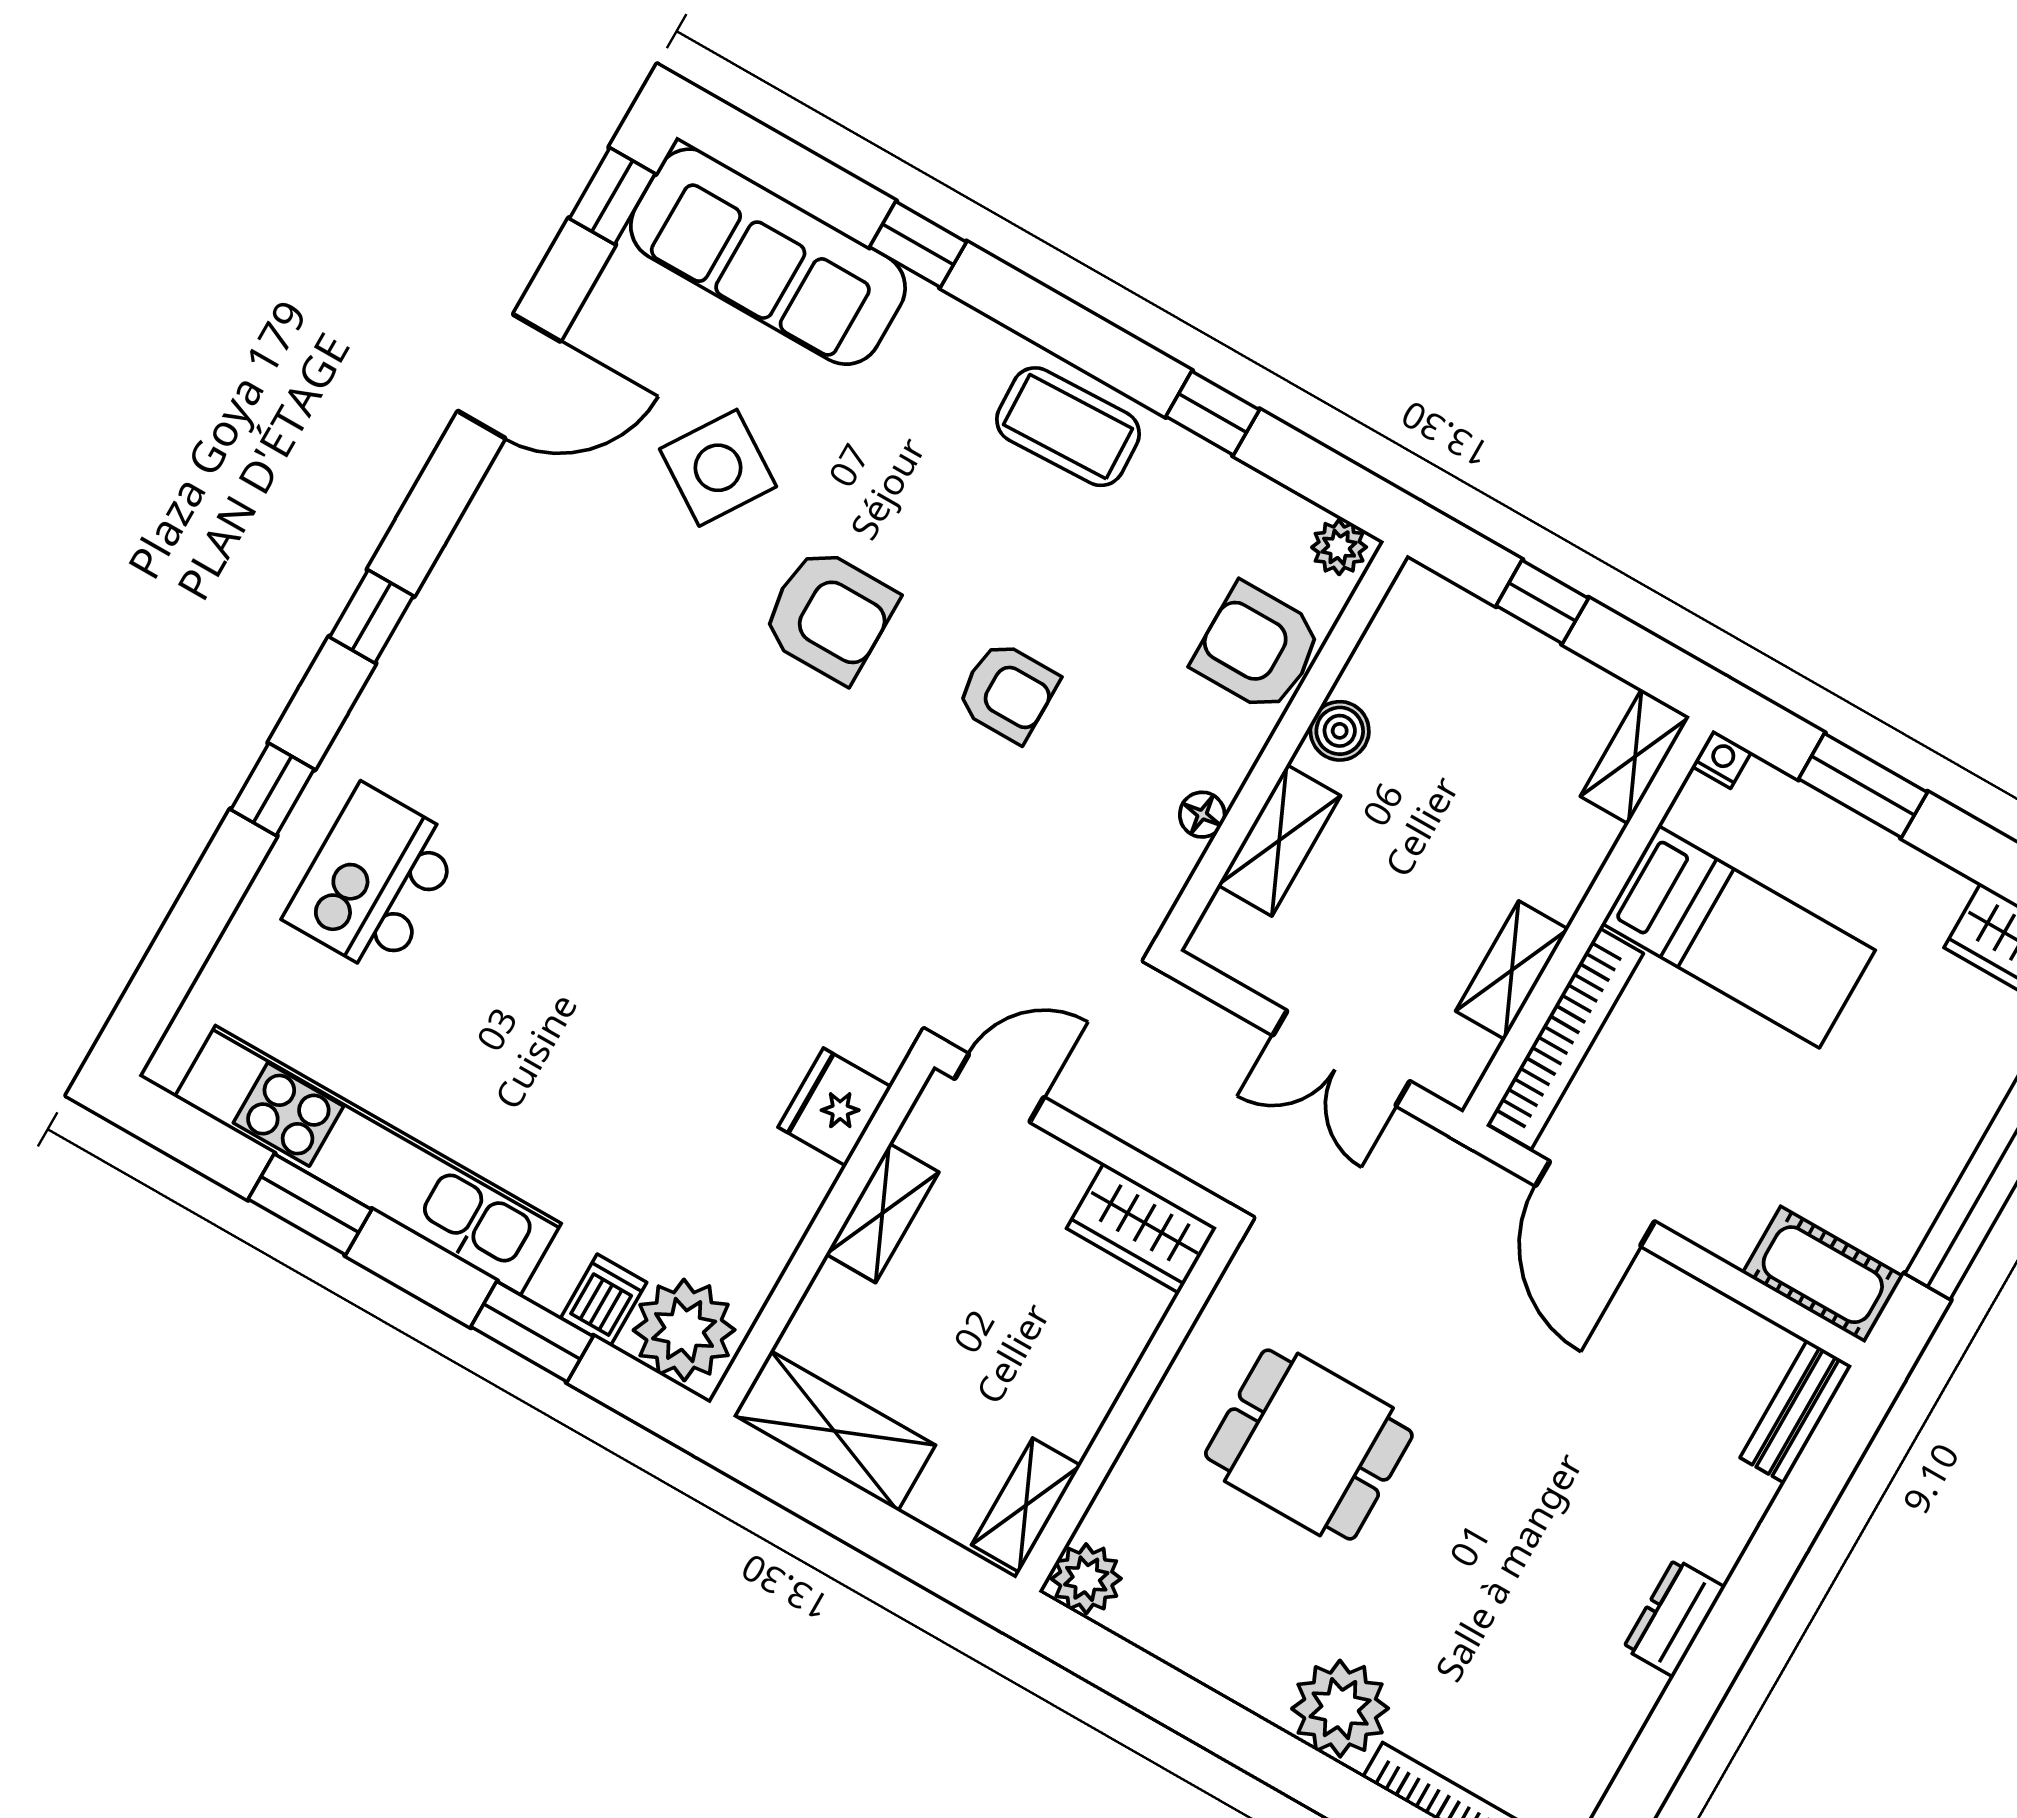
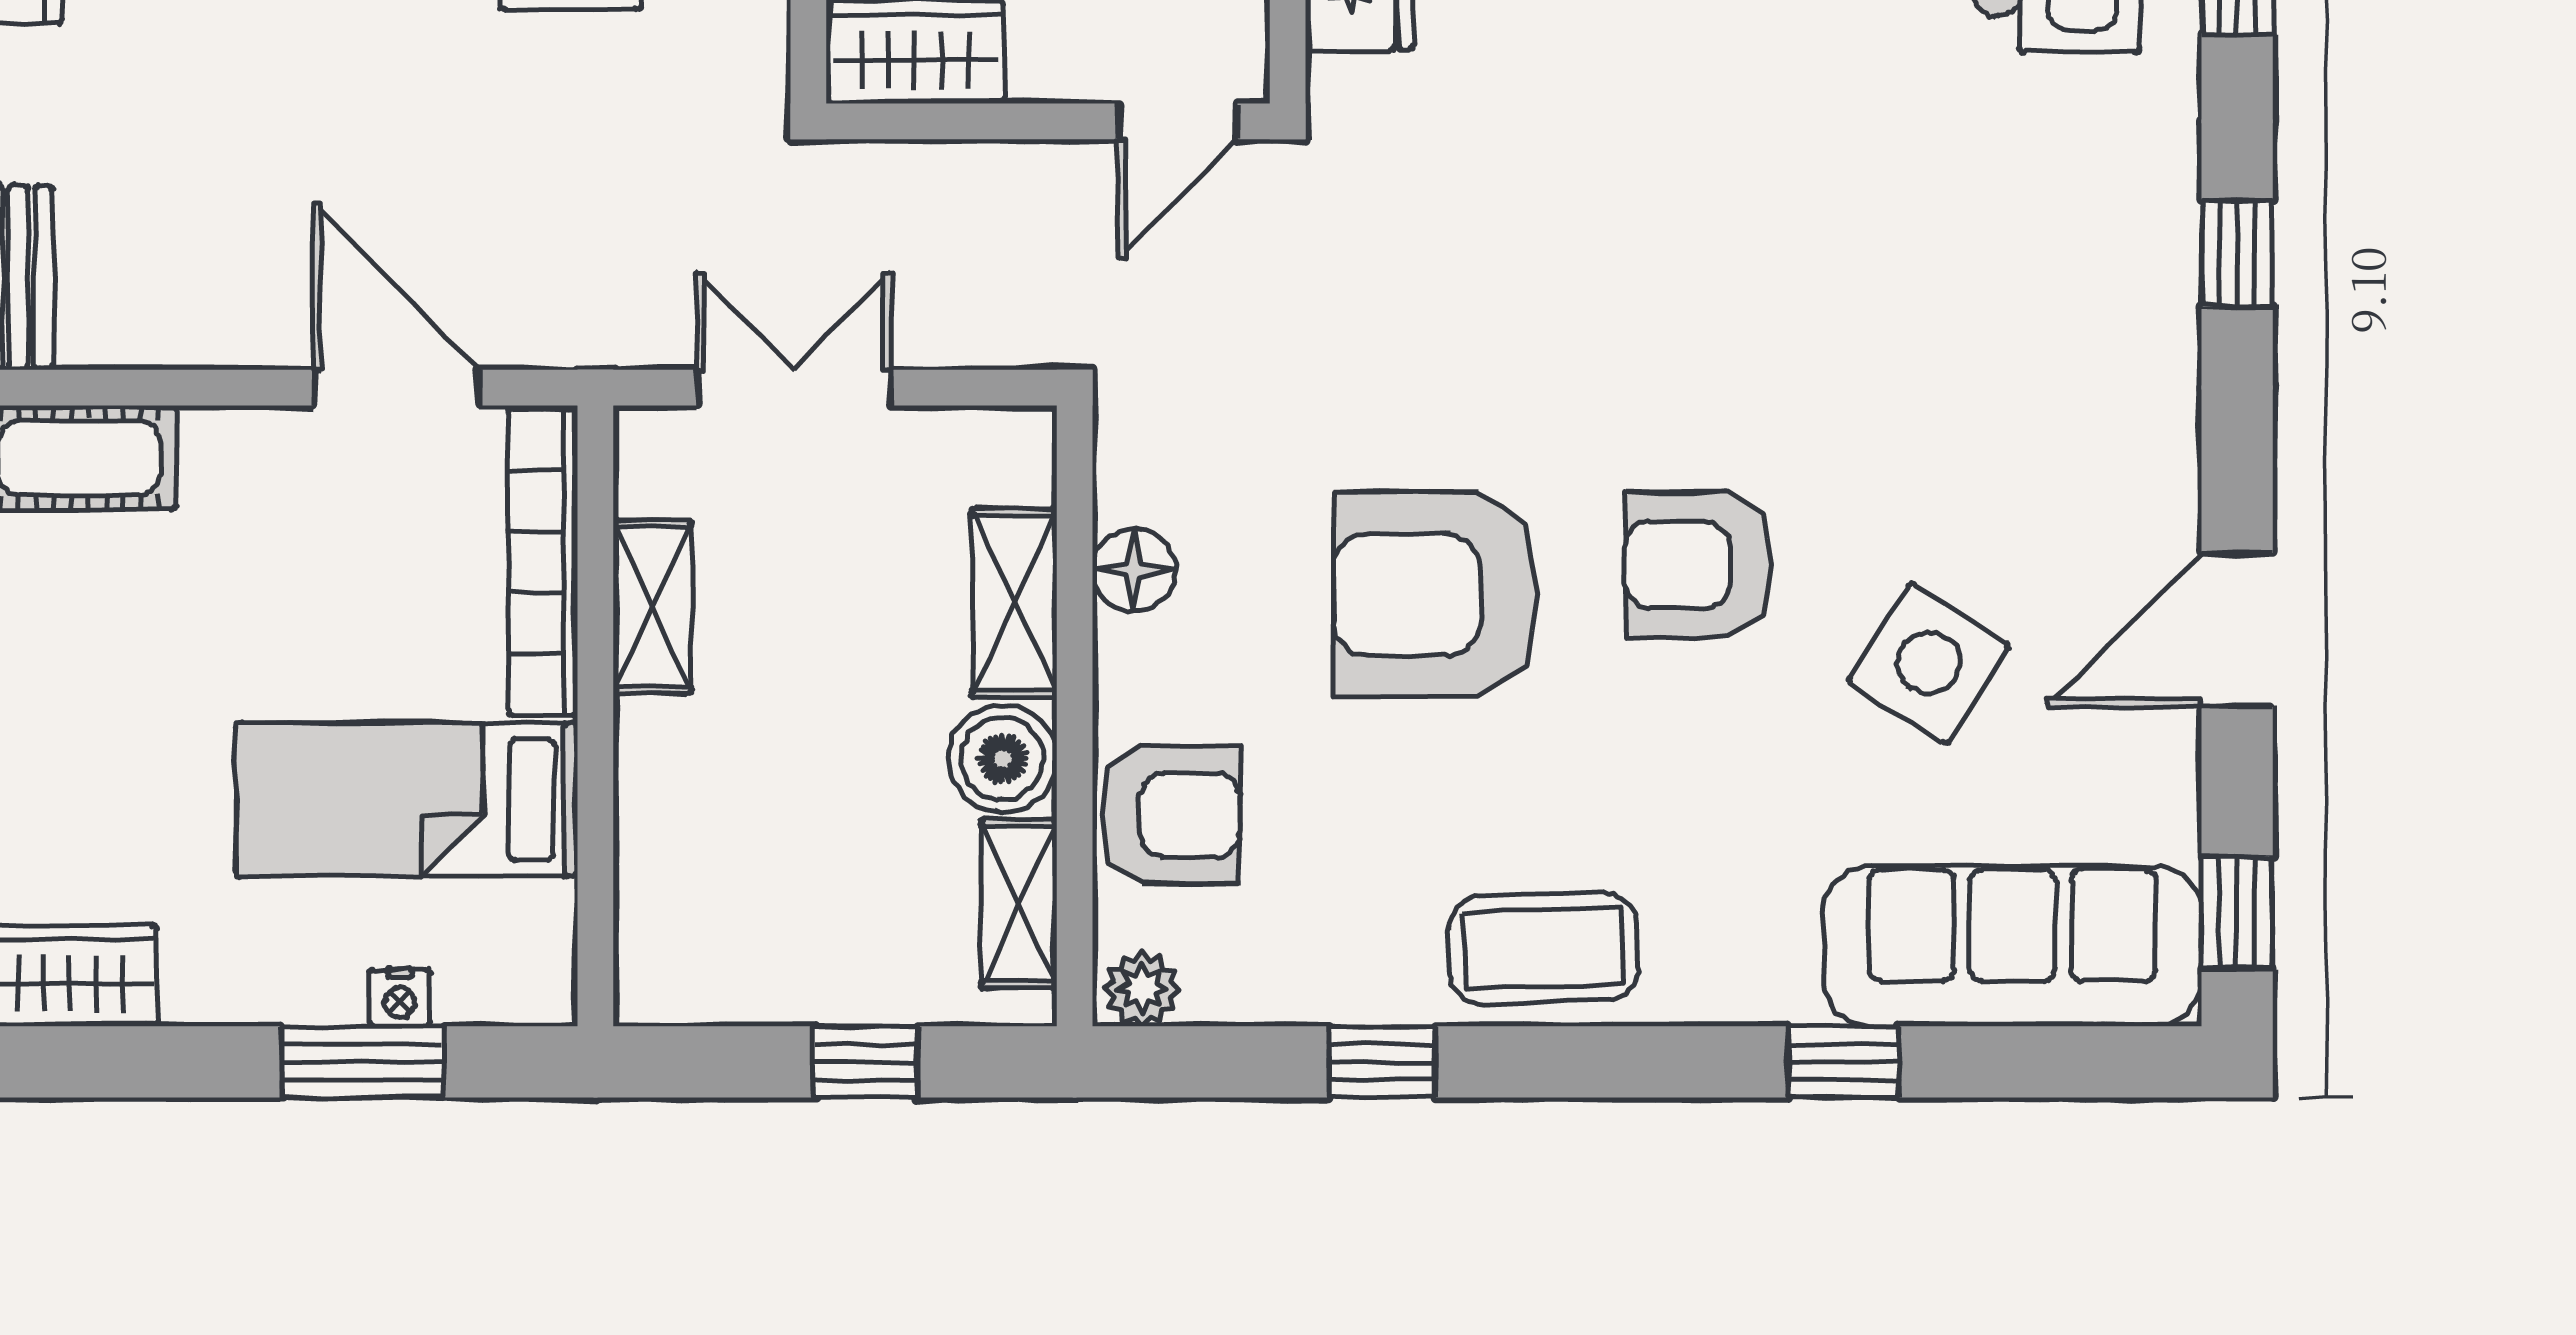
armchair: (1008, 692) -> (1436, 594), width x1.88, depth x1.88
boiler: (1340, 731) -> (1003, 758), width x1.36, depth x1.36
shelving: (1635, 757) -> (1019, 904), moved
nightstand: (1722, 759) -> (400, 998), moved
floor lamp: (1202, 815) -> (1134, 570), width x1.37, depth x1.37

